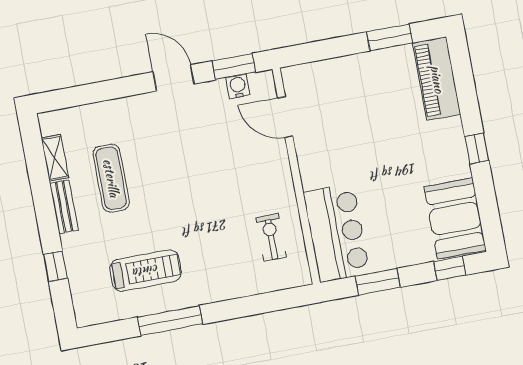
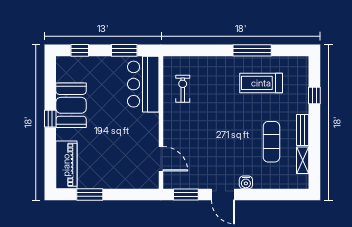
water cooler: (238, 86) -> (246, 182), moved
booth: (455, 219) -> (71, 105), moved
exercise bike: (271, 237) -> (183, 89), turned 180

